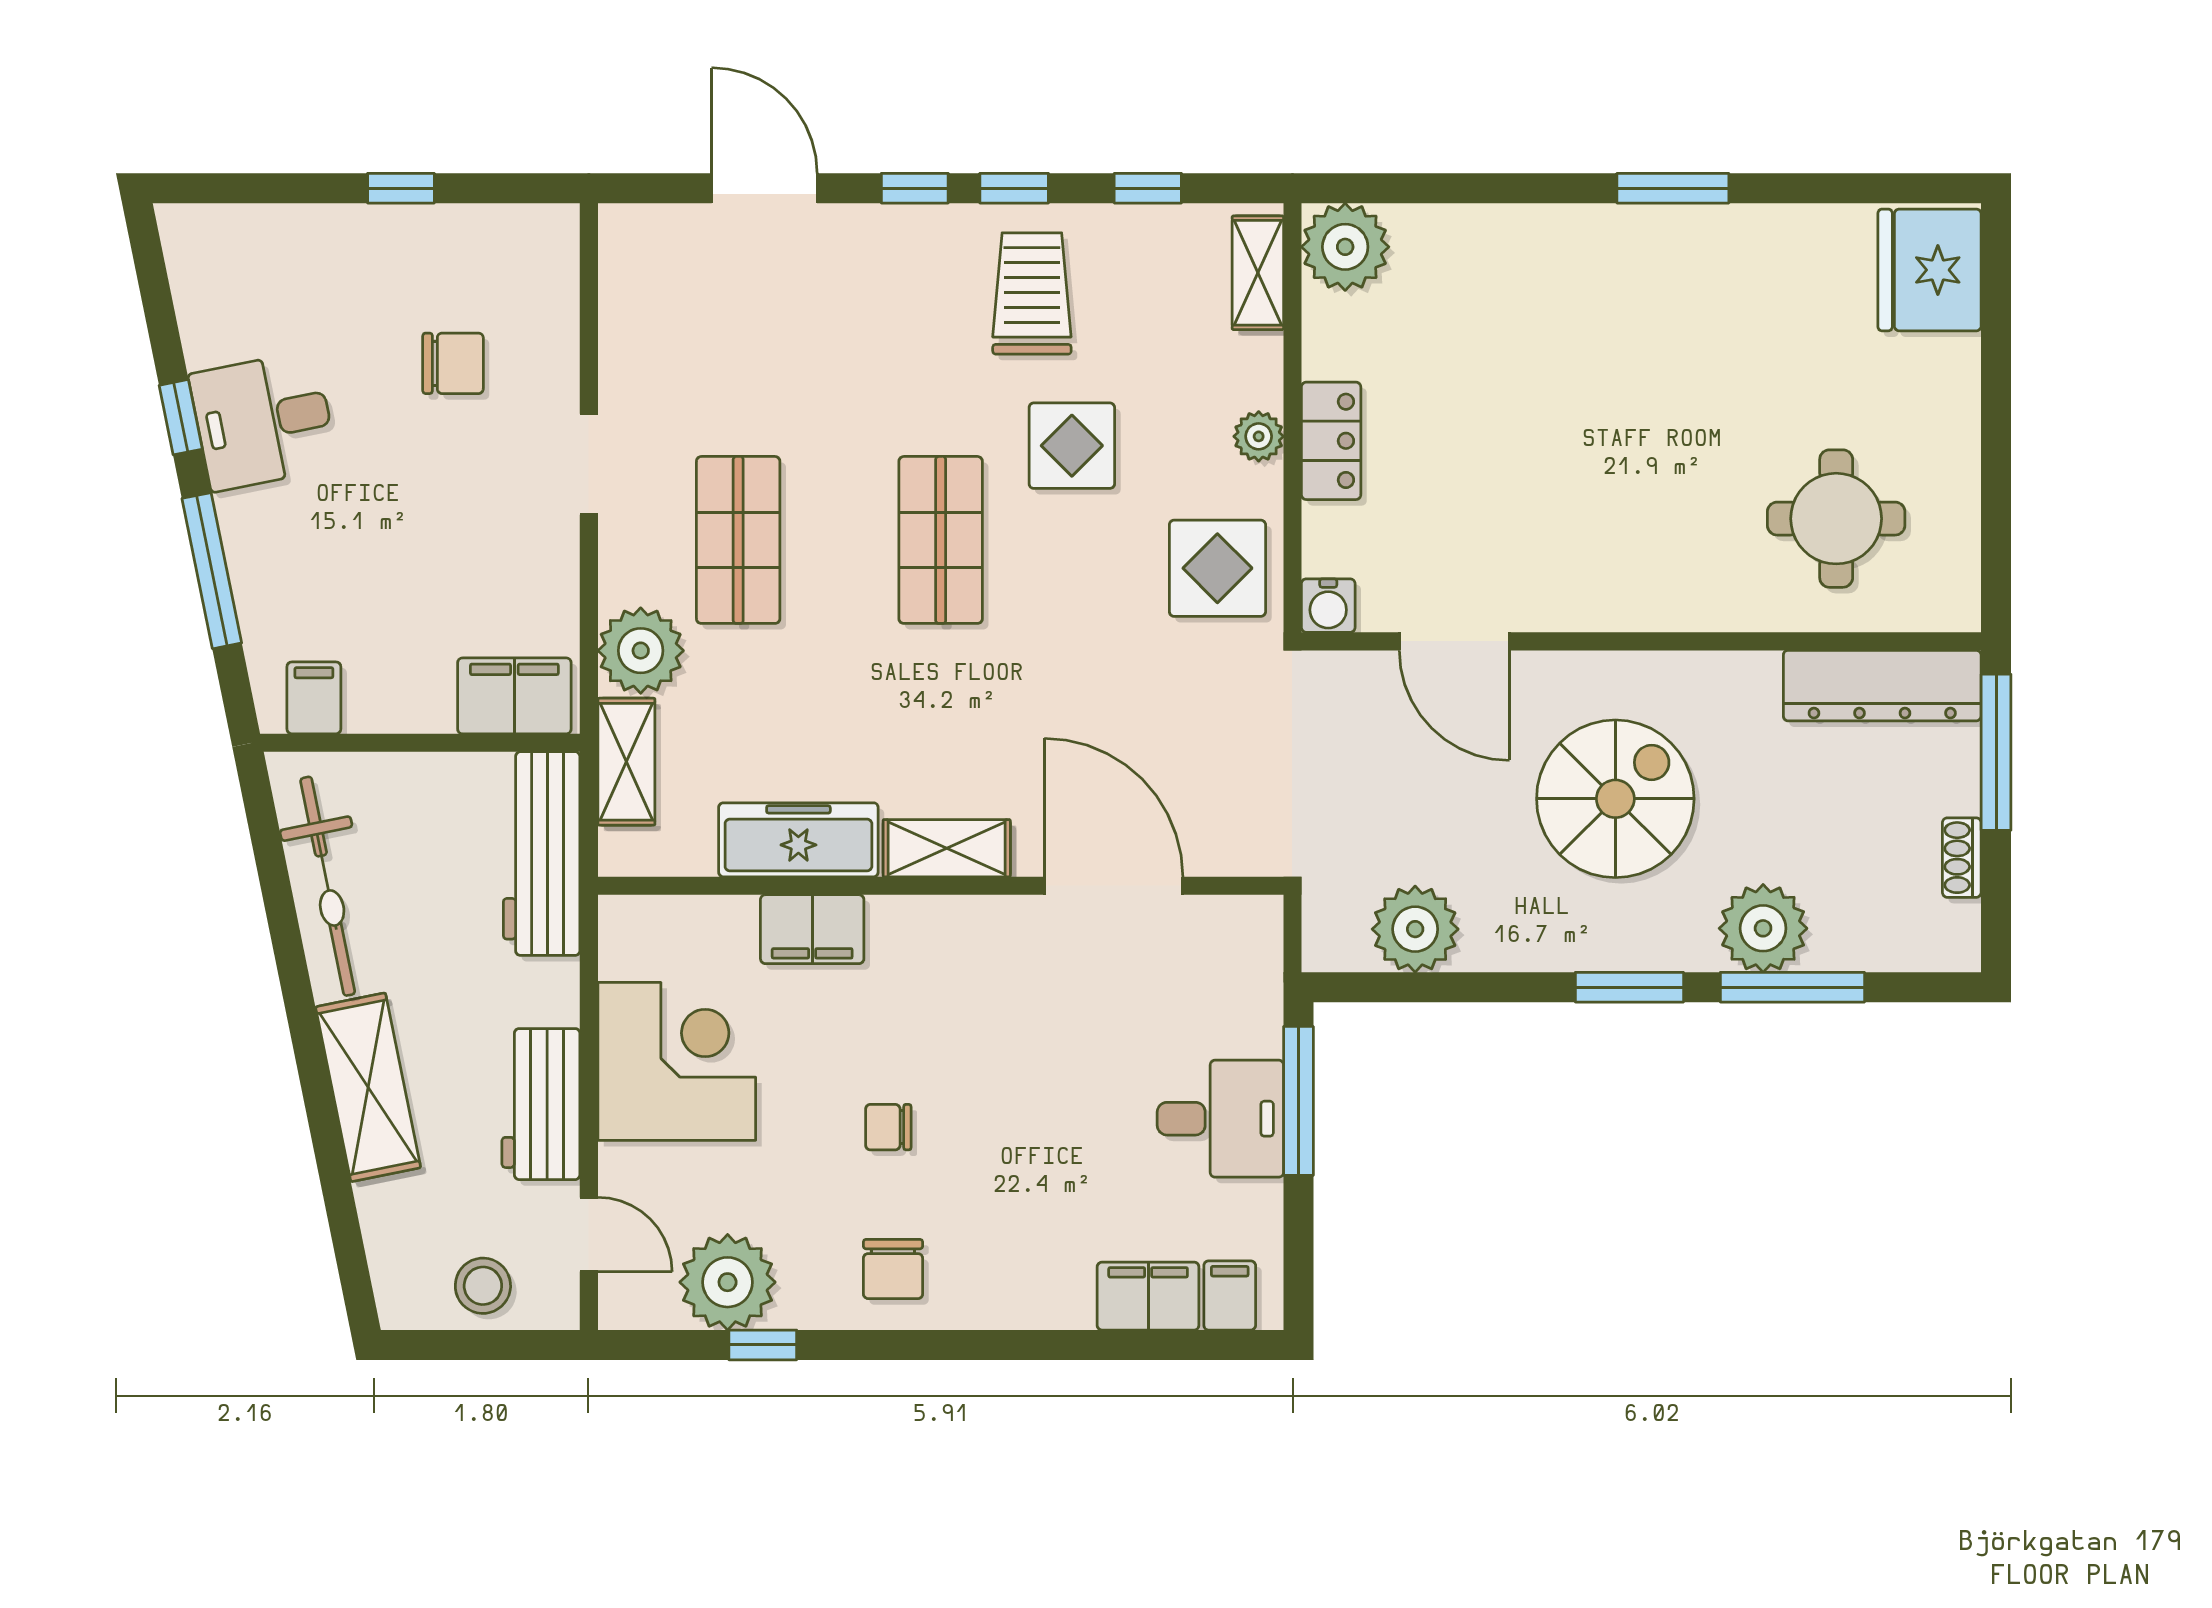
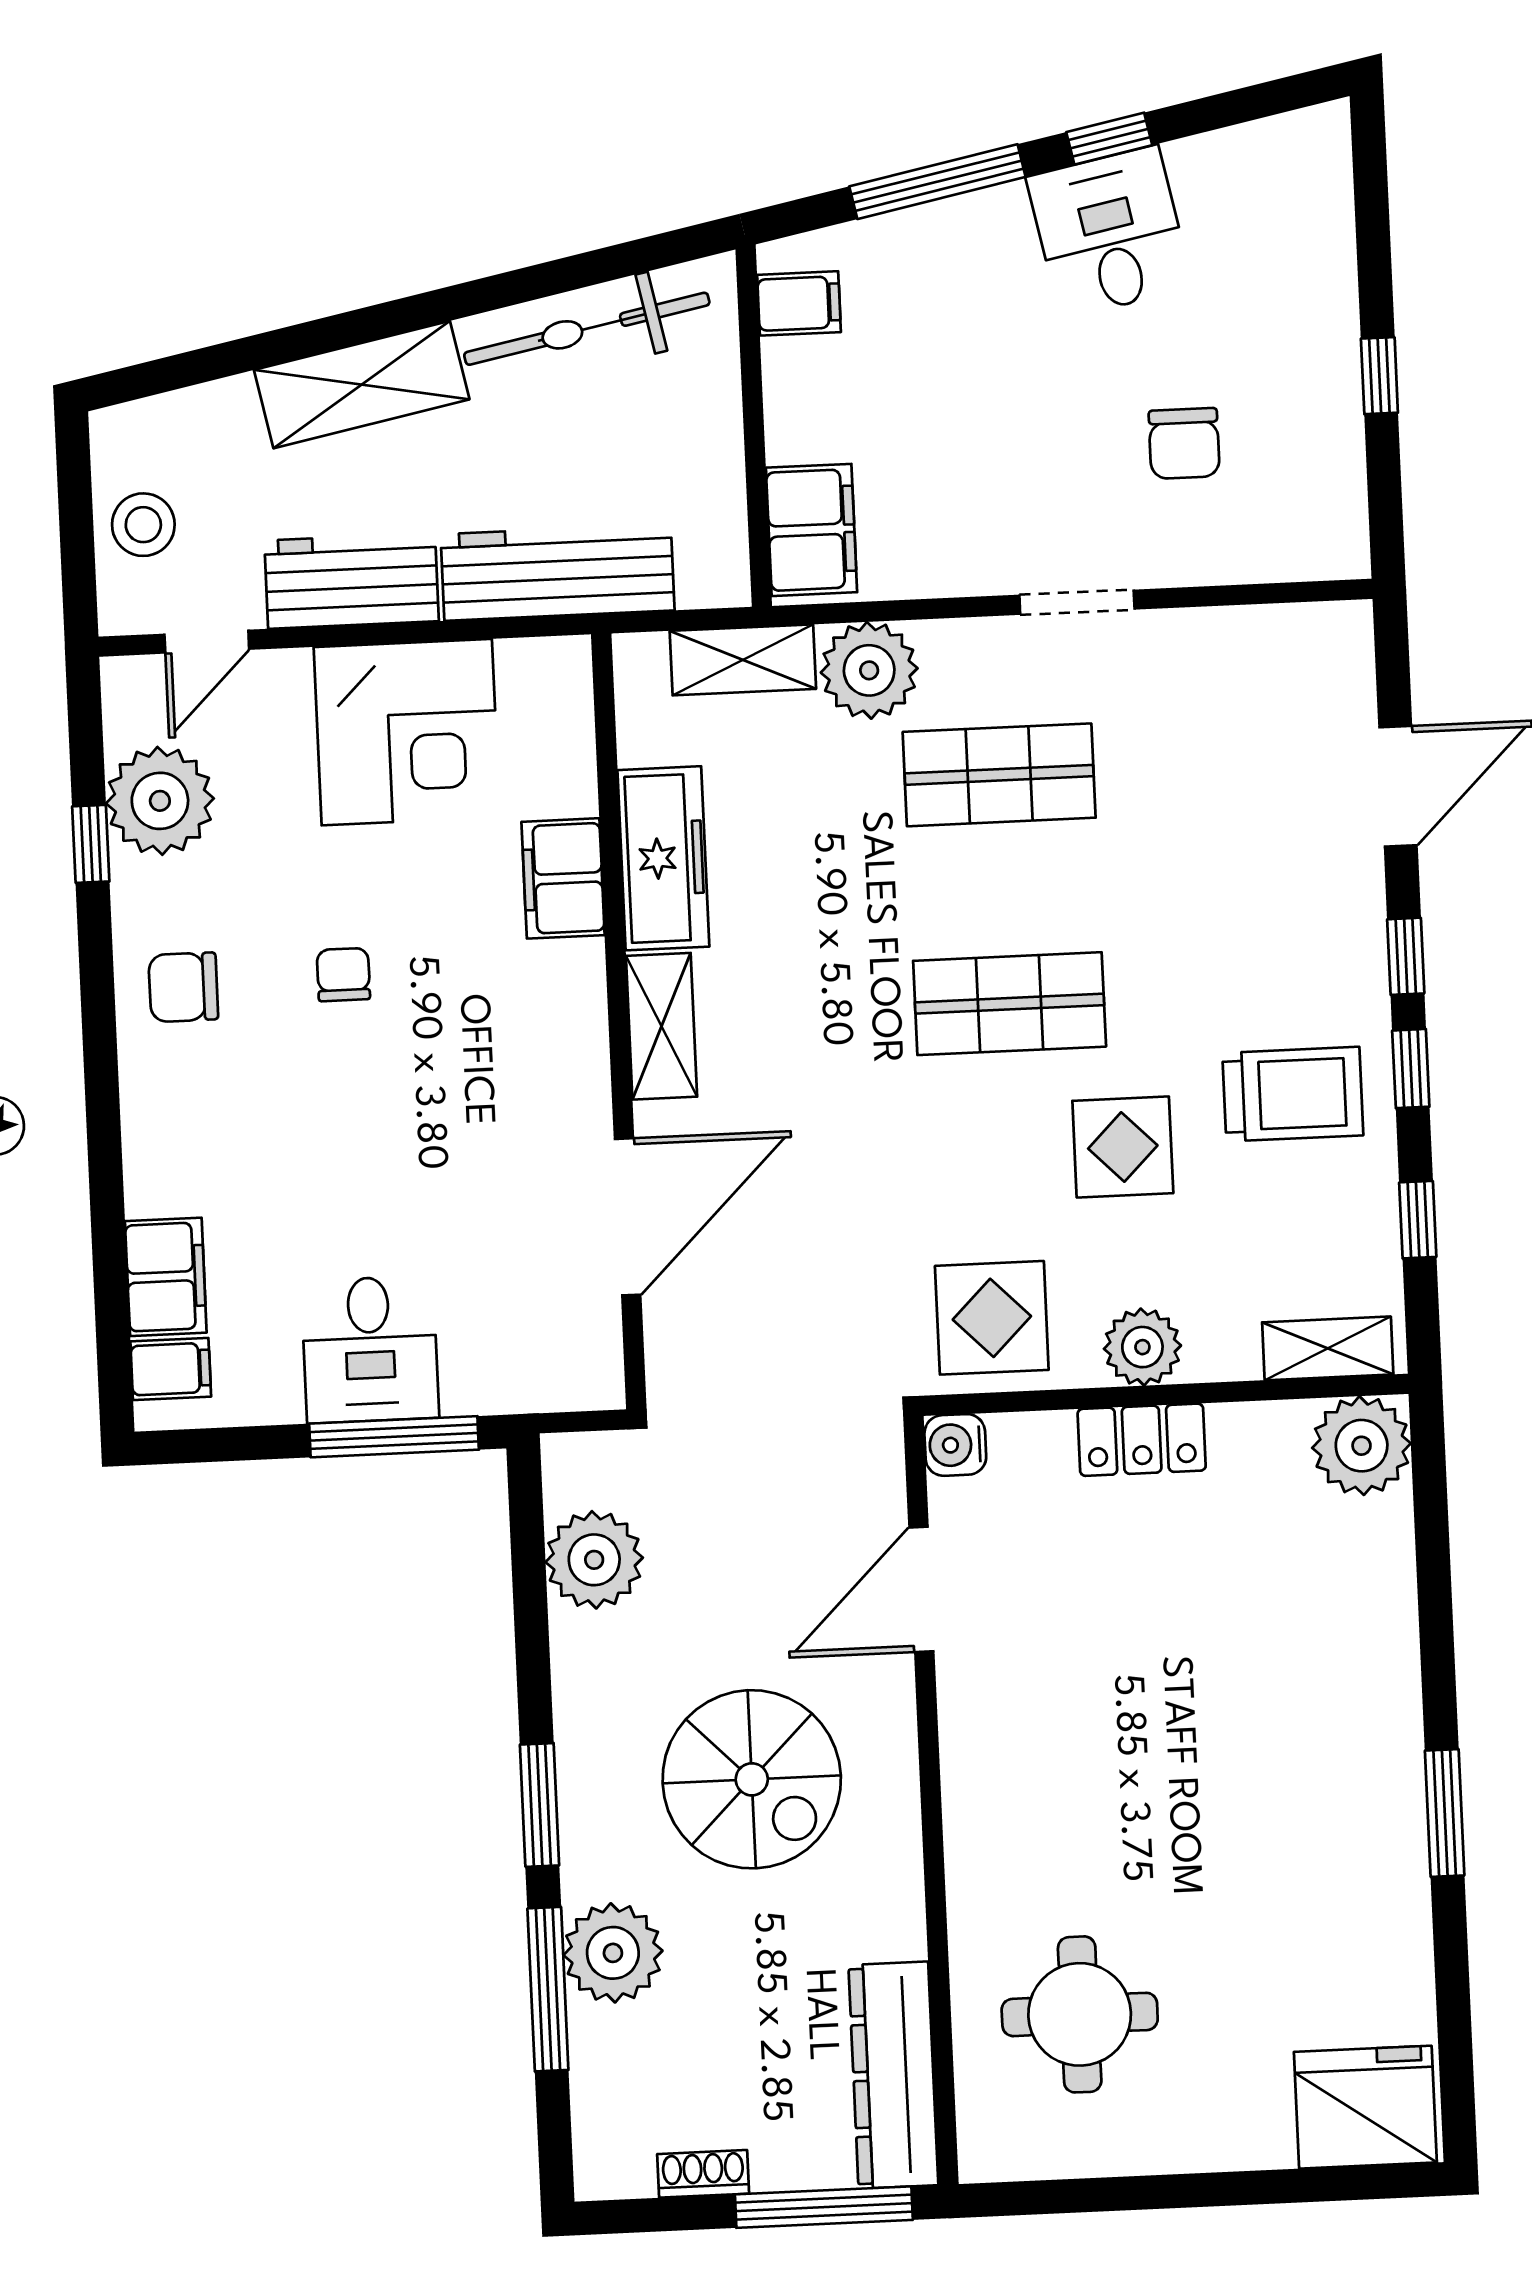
plant: (1259, 436) -> (1142, 1347), width x1.38, depth x1.38
workbench: (542, 854) -> (558, 572), moved

